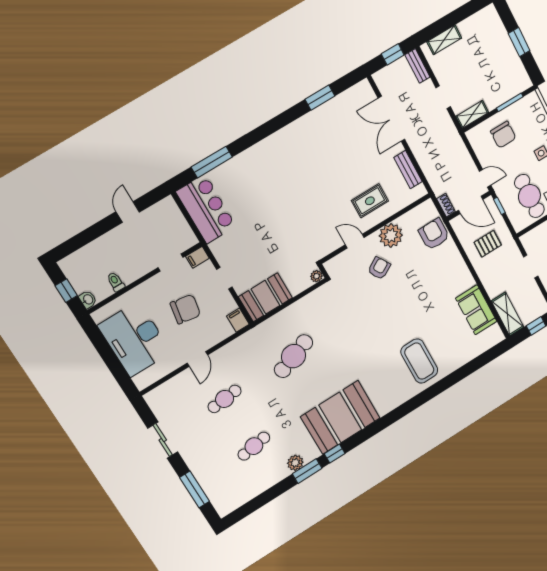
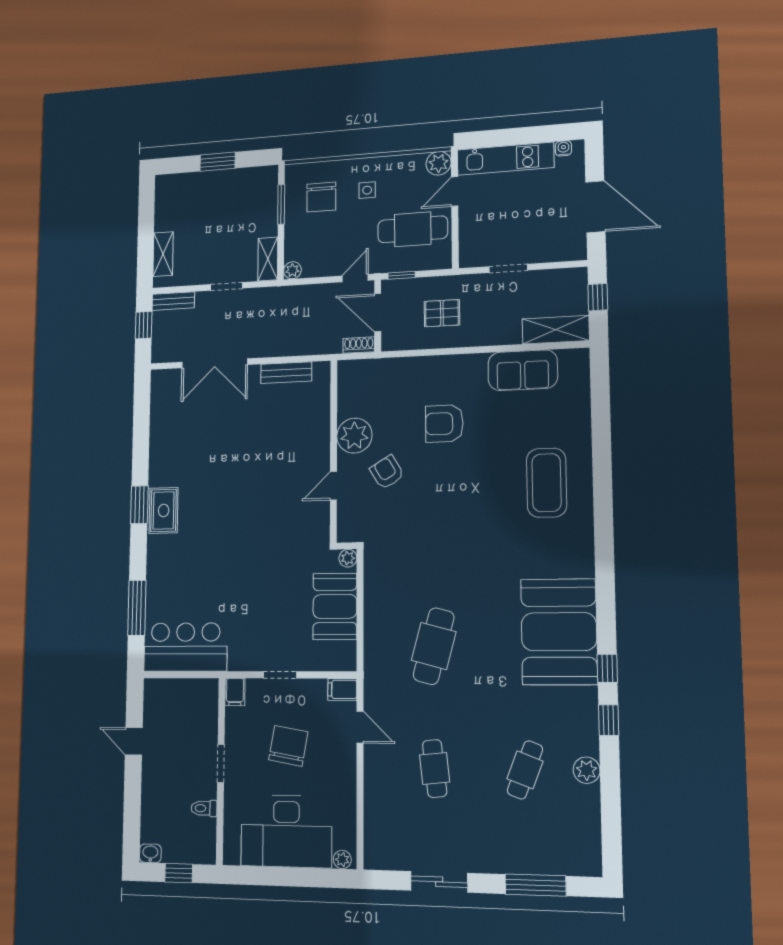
window: (320, 98) -> (139, 505), moved
plant: (472, 135) -> (292, 270), added
chair: (503, 135) -> (321, 197), moved, turned 90
rug: (370, 201) -> (164, 510), moved
door: (471, 205) -> (378, 313), swing flipped
armchair: (434, 234) -> (444, 424), moved
pallet: (488, 244) -> (442, 313), turned 90
doorway: (171, 262) -> (221, 763), moved
booth: (265, 297) -> (335, 606), moved
washbasin: (88, 300) -> (150, 853), moved
cafe table: (293, 356) -> (434, 646), turned 36
door: (197, 359) -> (360, 727), moved
coffee table: (419, 361) -> (547, 483), turned 90
plant: (140, 381) -> (342, 860), added
cafe table: (254, 446) -> (525, 770), turned 30
plant: (295, 463) -> (587, 770), moved
window: (307, 471) -> (609, 720), width x0.67

